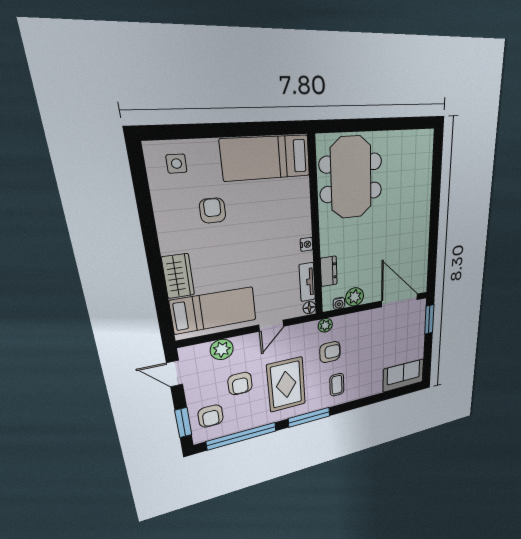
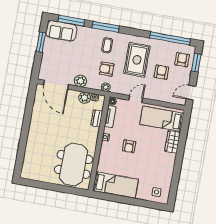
armchair: (213, 211) -> (129, 146), moved
window: (429, 319) -> (41, 42), moved
plant: (222, 349) -> (80, 81), moved
door: (175, 374) -> (191, 93), swing flipped
window: (392, 394) -> (71, 21), added
window: (309, 417) -> (106, 27), moved

